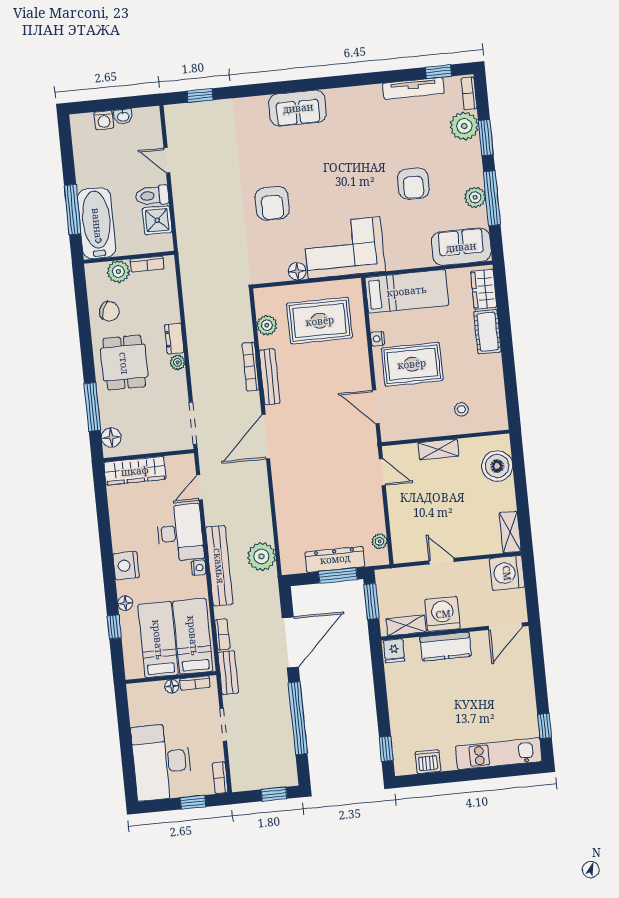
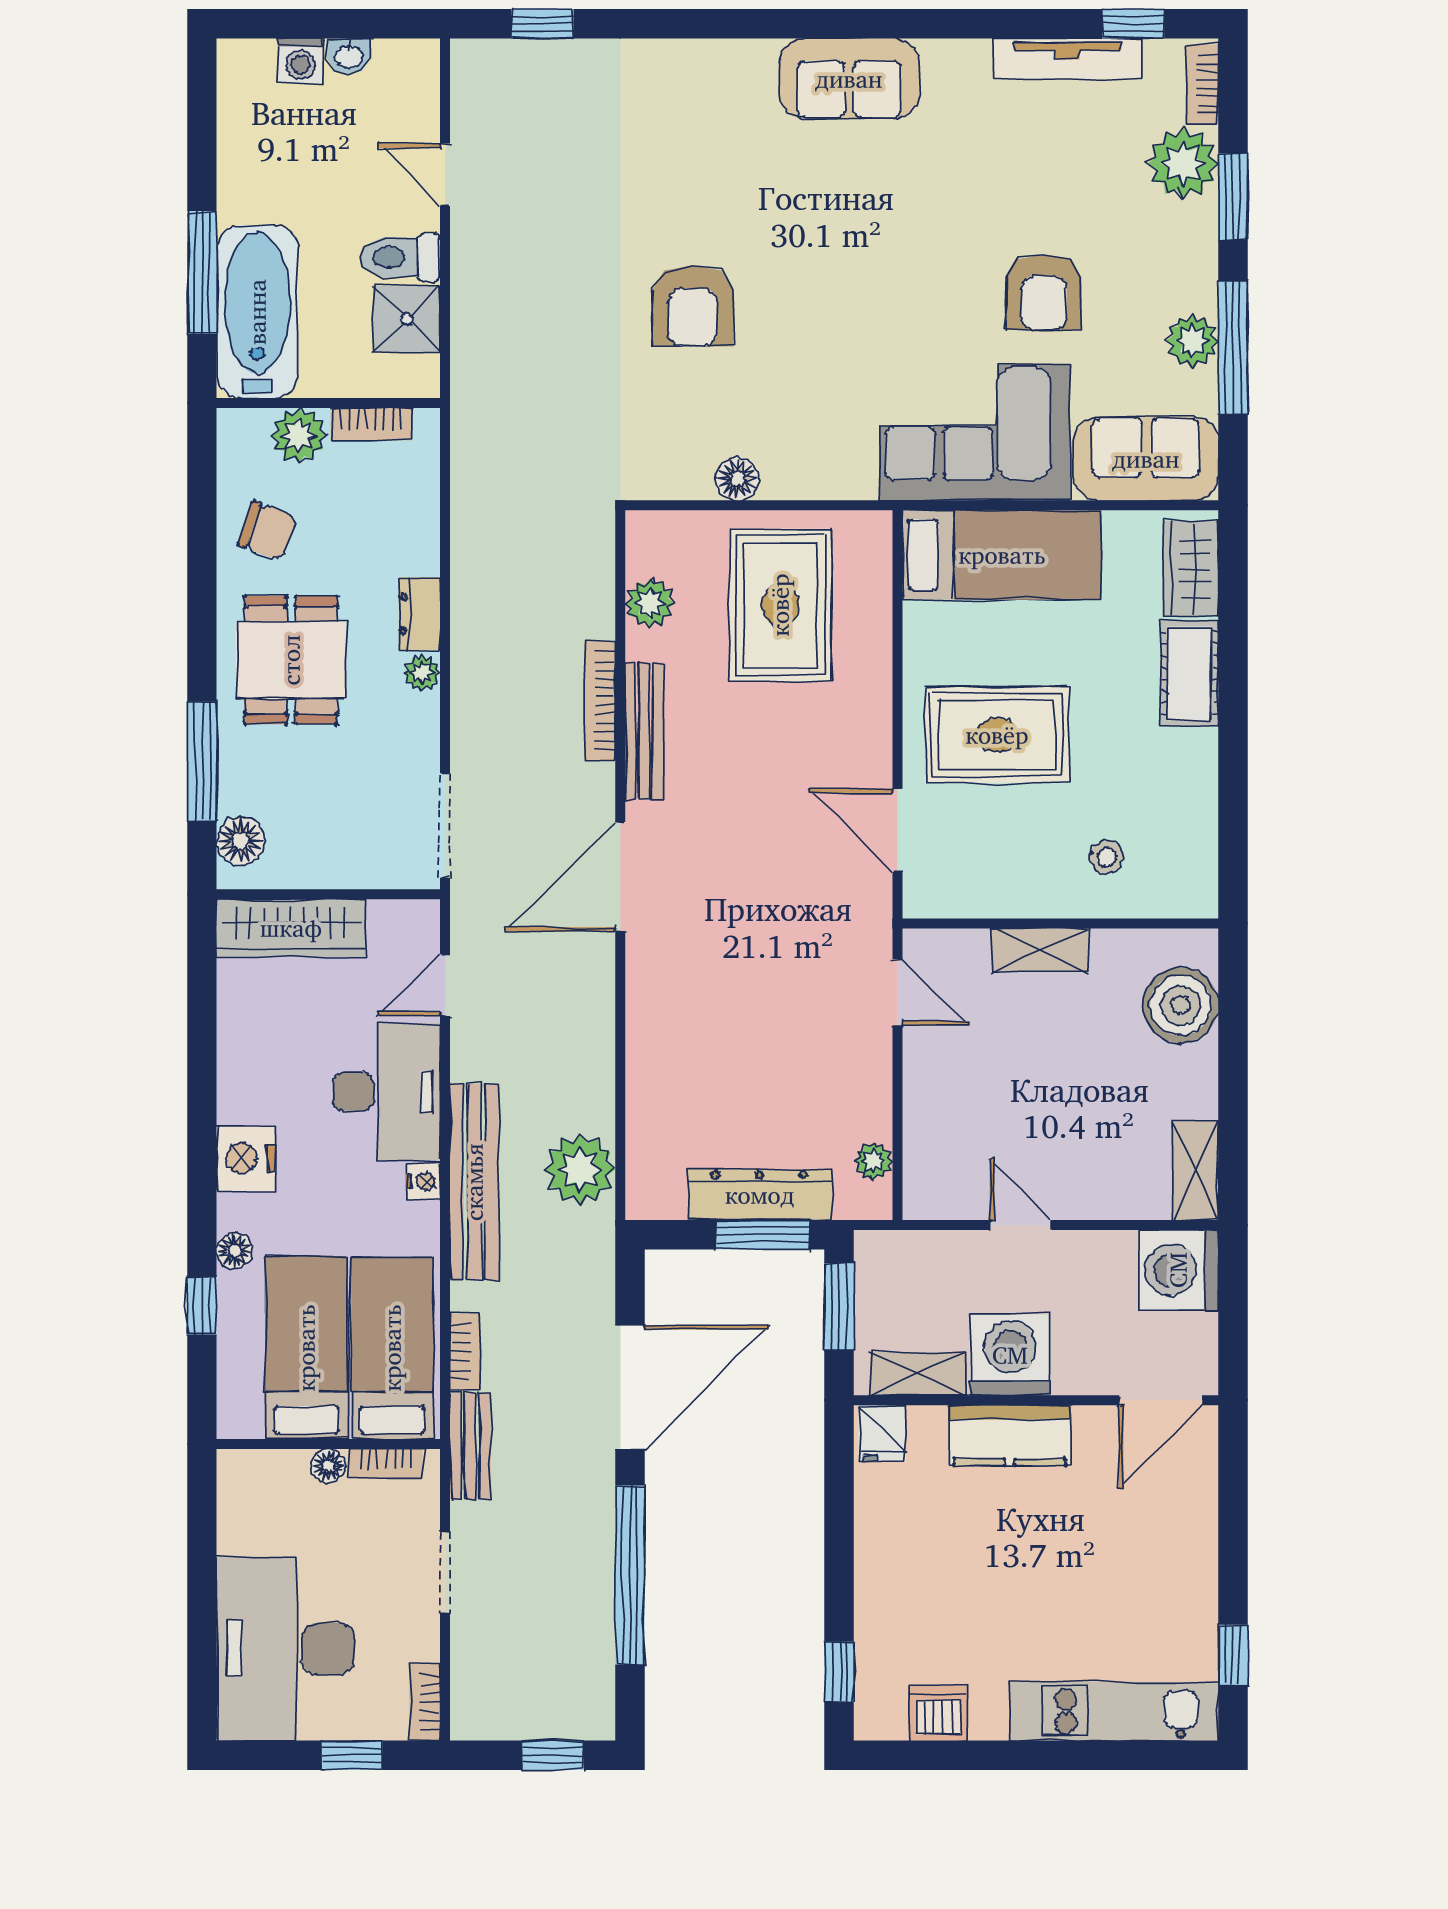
sofa: (298, 108) -> (849, 79), moved
corner sofa: (344, 248) -> (974, 432), moved
rug: (320, 321) -> (780, 605), turned 90
nightstand: (378, 339) -> (918, 664), removed

